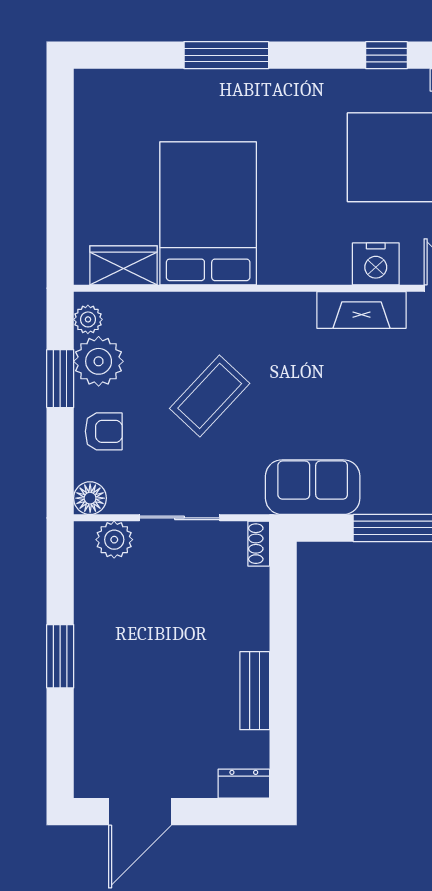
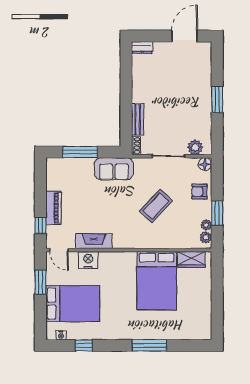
plant: (99, 361) -> (206, 225), width x0.53, depth x0.53
bench: (255, 691) -> (138, 119), moved

